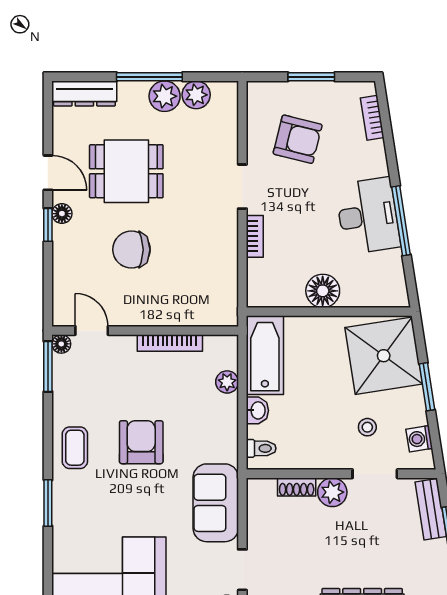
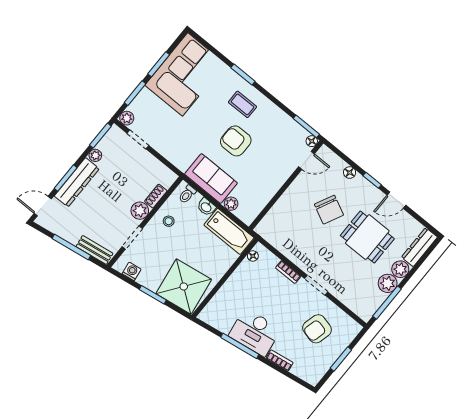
window: (149, 77) -> (387, 303), moved
plant: (196, 95) -> (400, 269), moved
bookcase: (372, 118) -> (280, 361), moved
dining table: (126, 171) -> (367, 237), turned 90
floor lamp: (62, 214) -> (350, 173), moved
chair: (131, 250) -> (329, 210), turned 116
floor lamp: (323, 291) -> (253, 256), moved, width x0.53, depth x0.53
bookcase: (170, 343) -> (271, 192), removed
stool: (367, 427) -> (169, 221), moved
armchair: (141, 442) -> (236, 141), turned 180
coffee table: (75, 448) -> (242, 104), moved
sofa: (216, 503) -> (211, 179), moved

